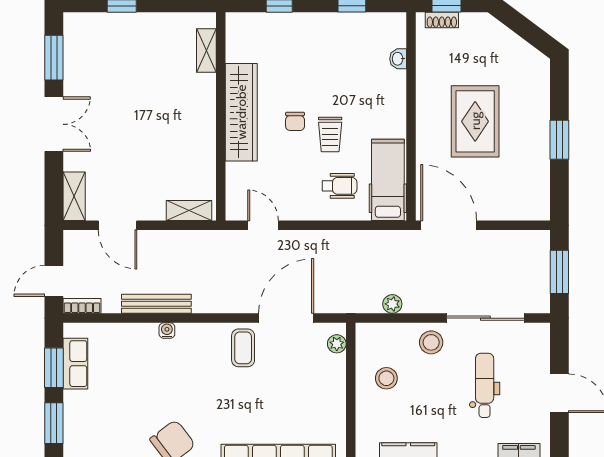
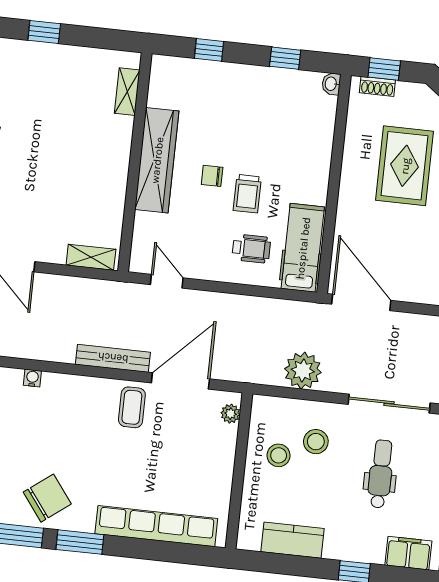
washbasin: (398, 59) -> (331, 84), moved
chair: (295, 121) -> (212, 176), turned 90
rug: (475, 121) -> (405, 166), moved
bench: (156, 304) -> (113, 358), moved
plant: (392, 304) -> (303, 371), width x1.87, depth x1.87
water cooler: (167, 331) -> (32, 378), moved
stool: (431, 342) -> (316, 442), moved

